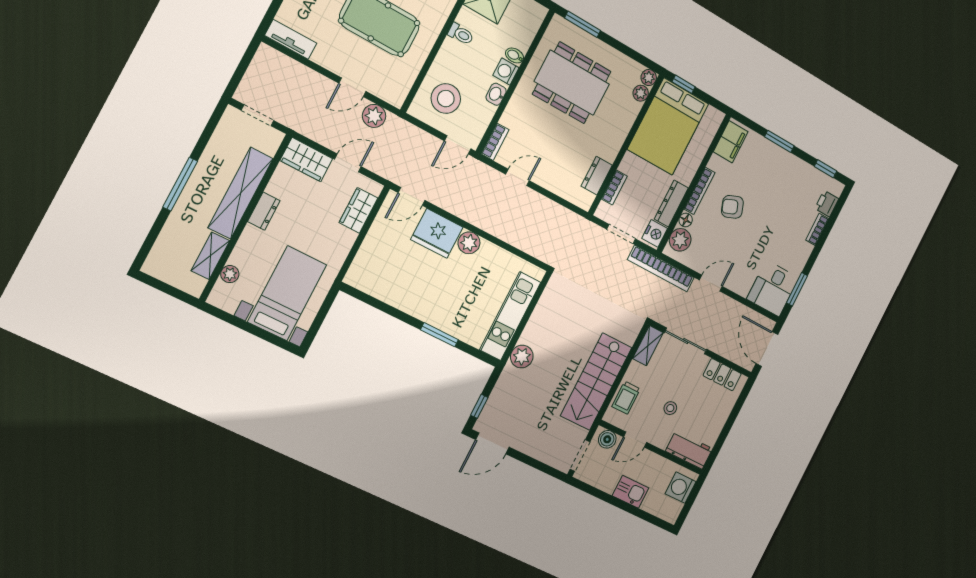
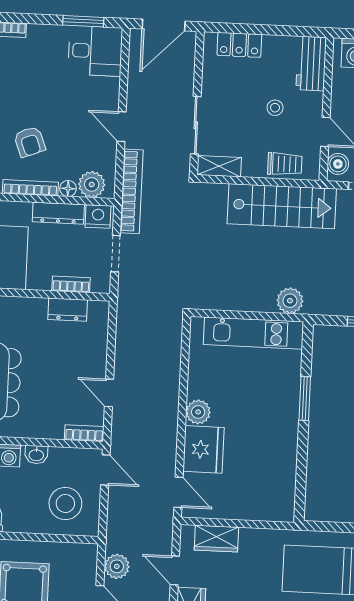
locker: (722, 375) -> (239, 45), moved, turned 90

